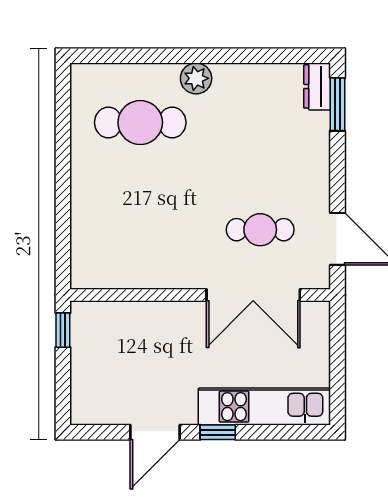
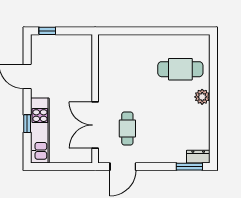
cafe table: (140, 123) -> (180, 69), turned 90
window: (63, 330) -> (47, 31), moved
window: (218, 432) -> (27, 124), moved

